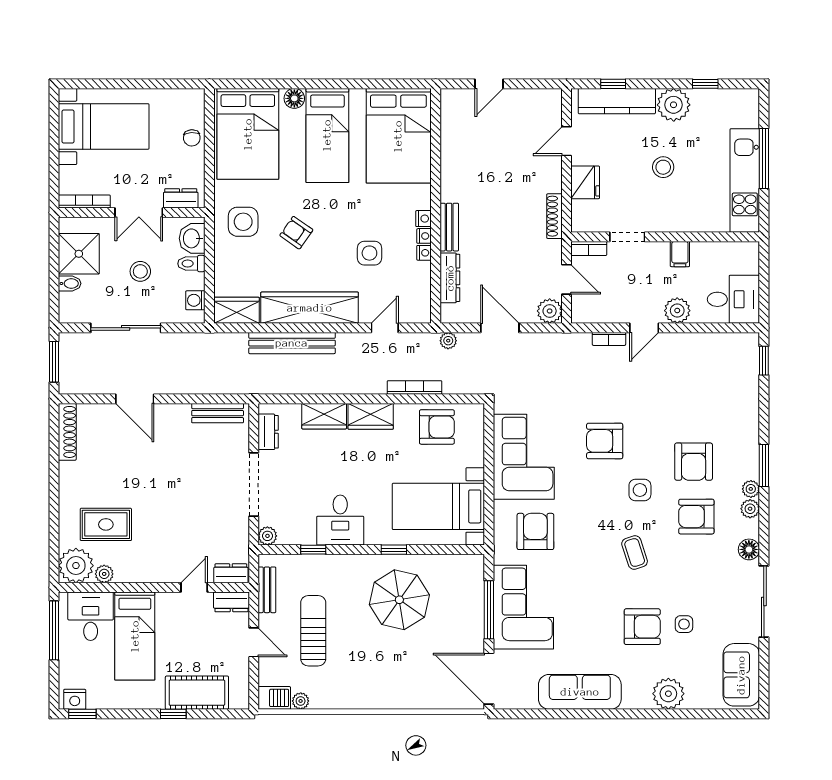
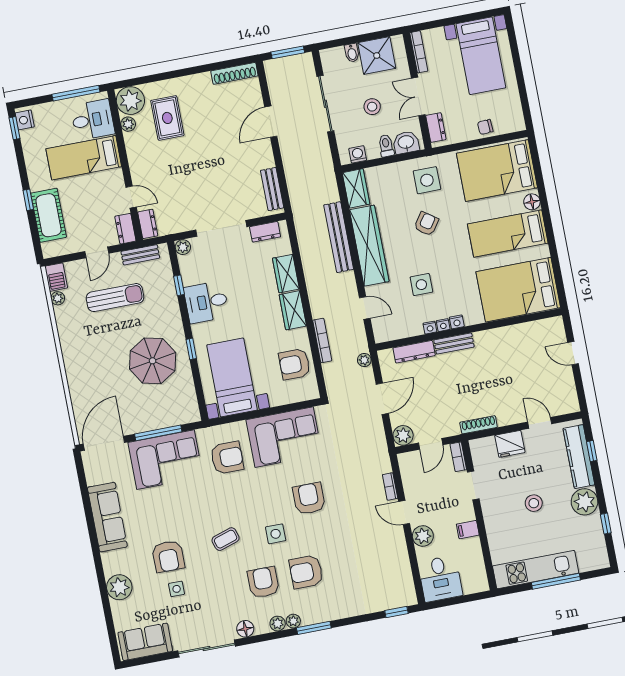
armchair: (437, 427) -> (294, 364), turned 90

